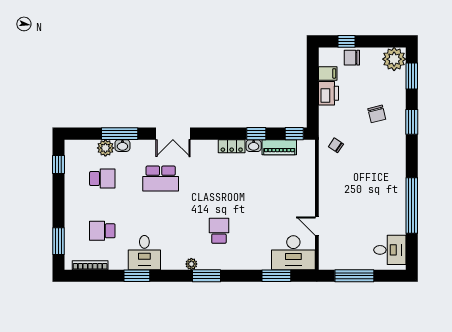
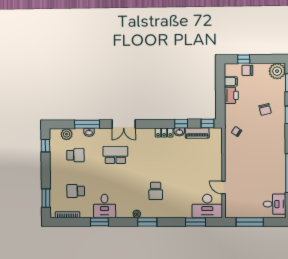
plant: (105, 148) -> (67, 134), moved
school desk: (161, 179) -> (115, 155), turned 180
school desk: (219, 231) -> (156, 191), turned 180

